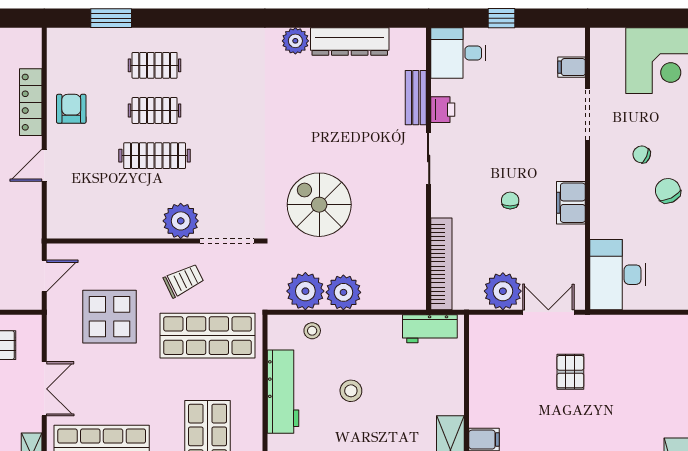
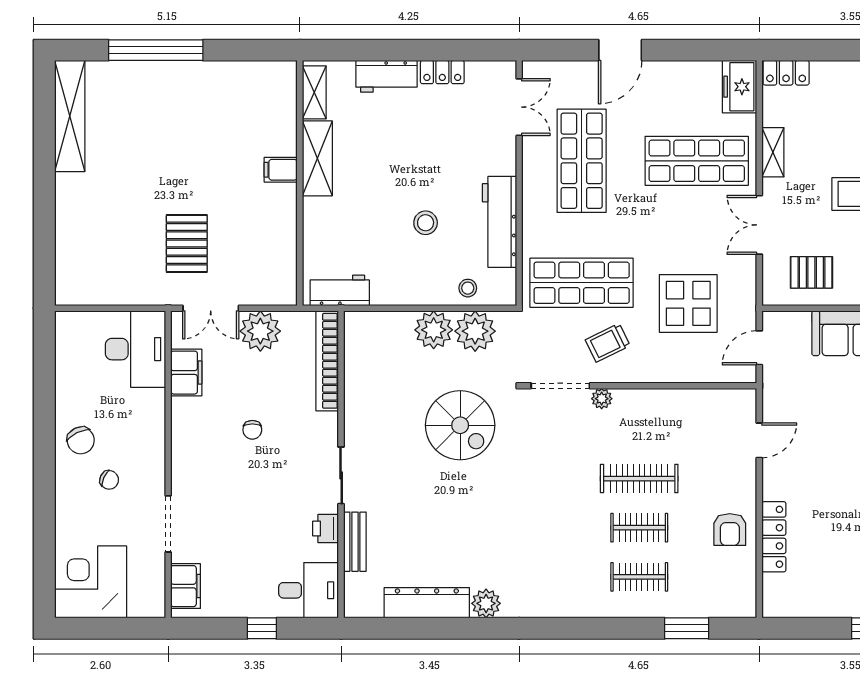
filing cabinet: (572, 67) -> (186, 586), width x2.00
door: (44, 165) -> (759, 440), moved
filing cabinet: (571, 203) -> (186, 373), moved
plant: (181, 221) -> (602, 399), width x0.53, depth x0.53
pallet: (570, 372) -> (187, 243), width x1.50, depth x1.42

